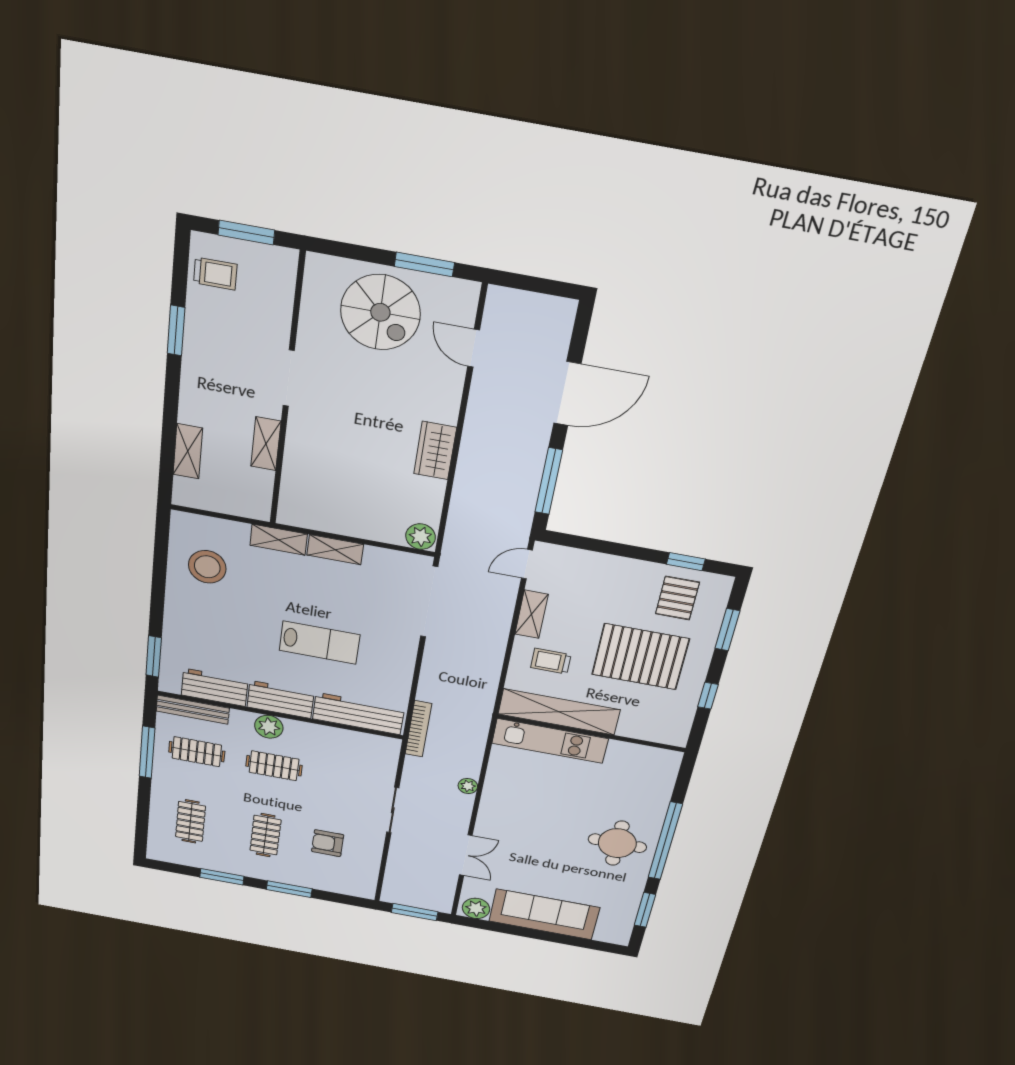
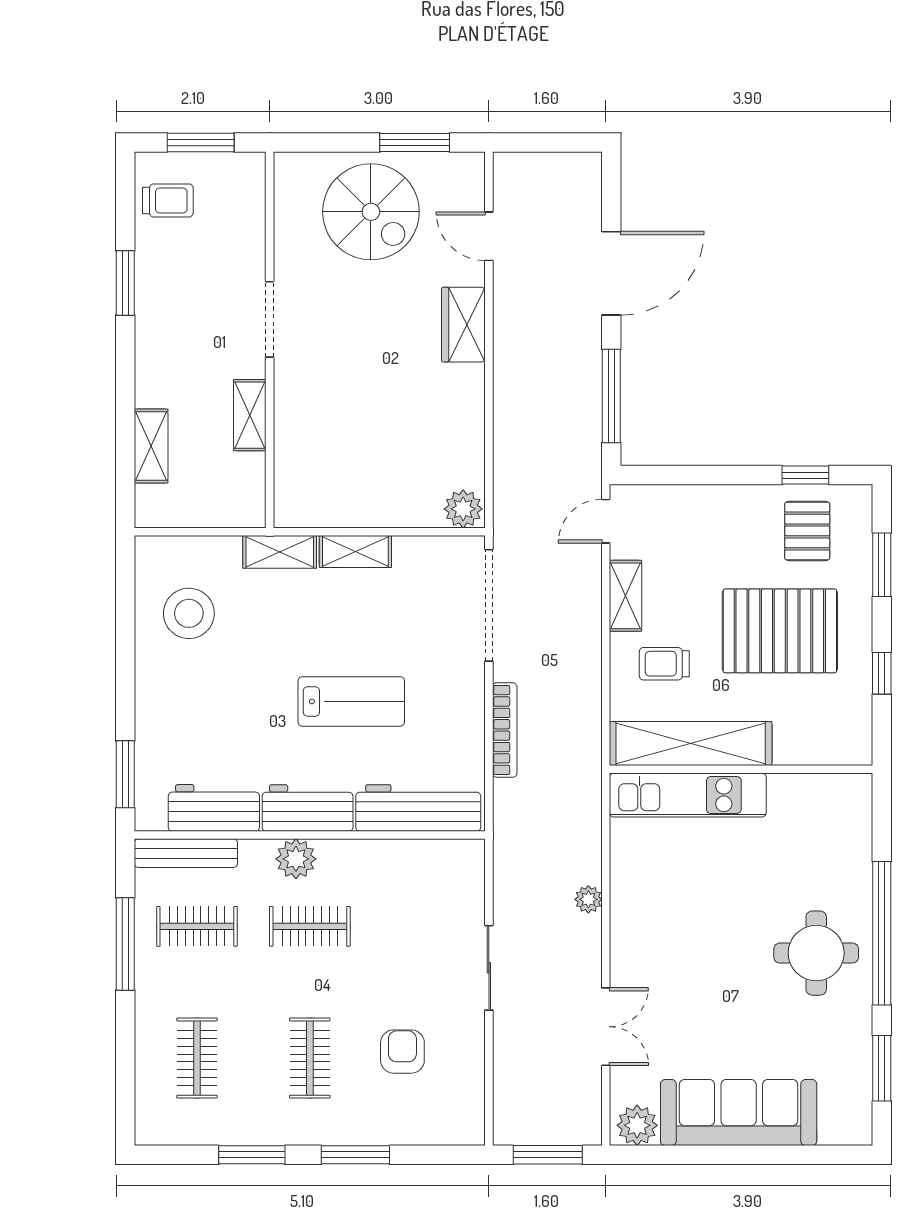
wardrobe: (435, 451) -> (463, 325), moved
bookcase: (418, 729) -> (505, 730), moved
armchair: (328, 843) -> (402, 1052), turned 90

